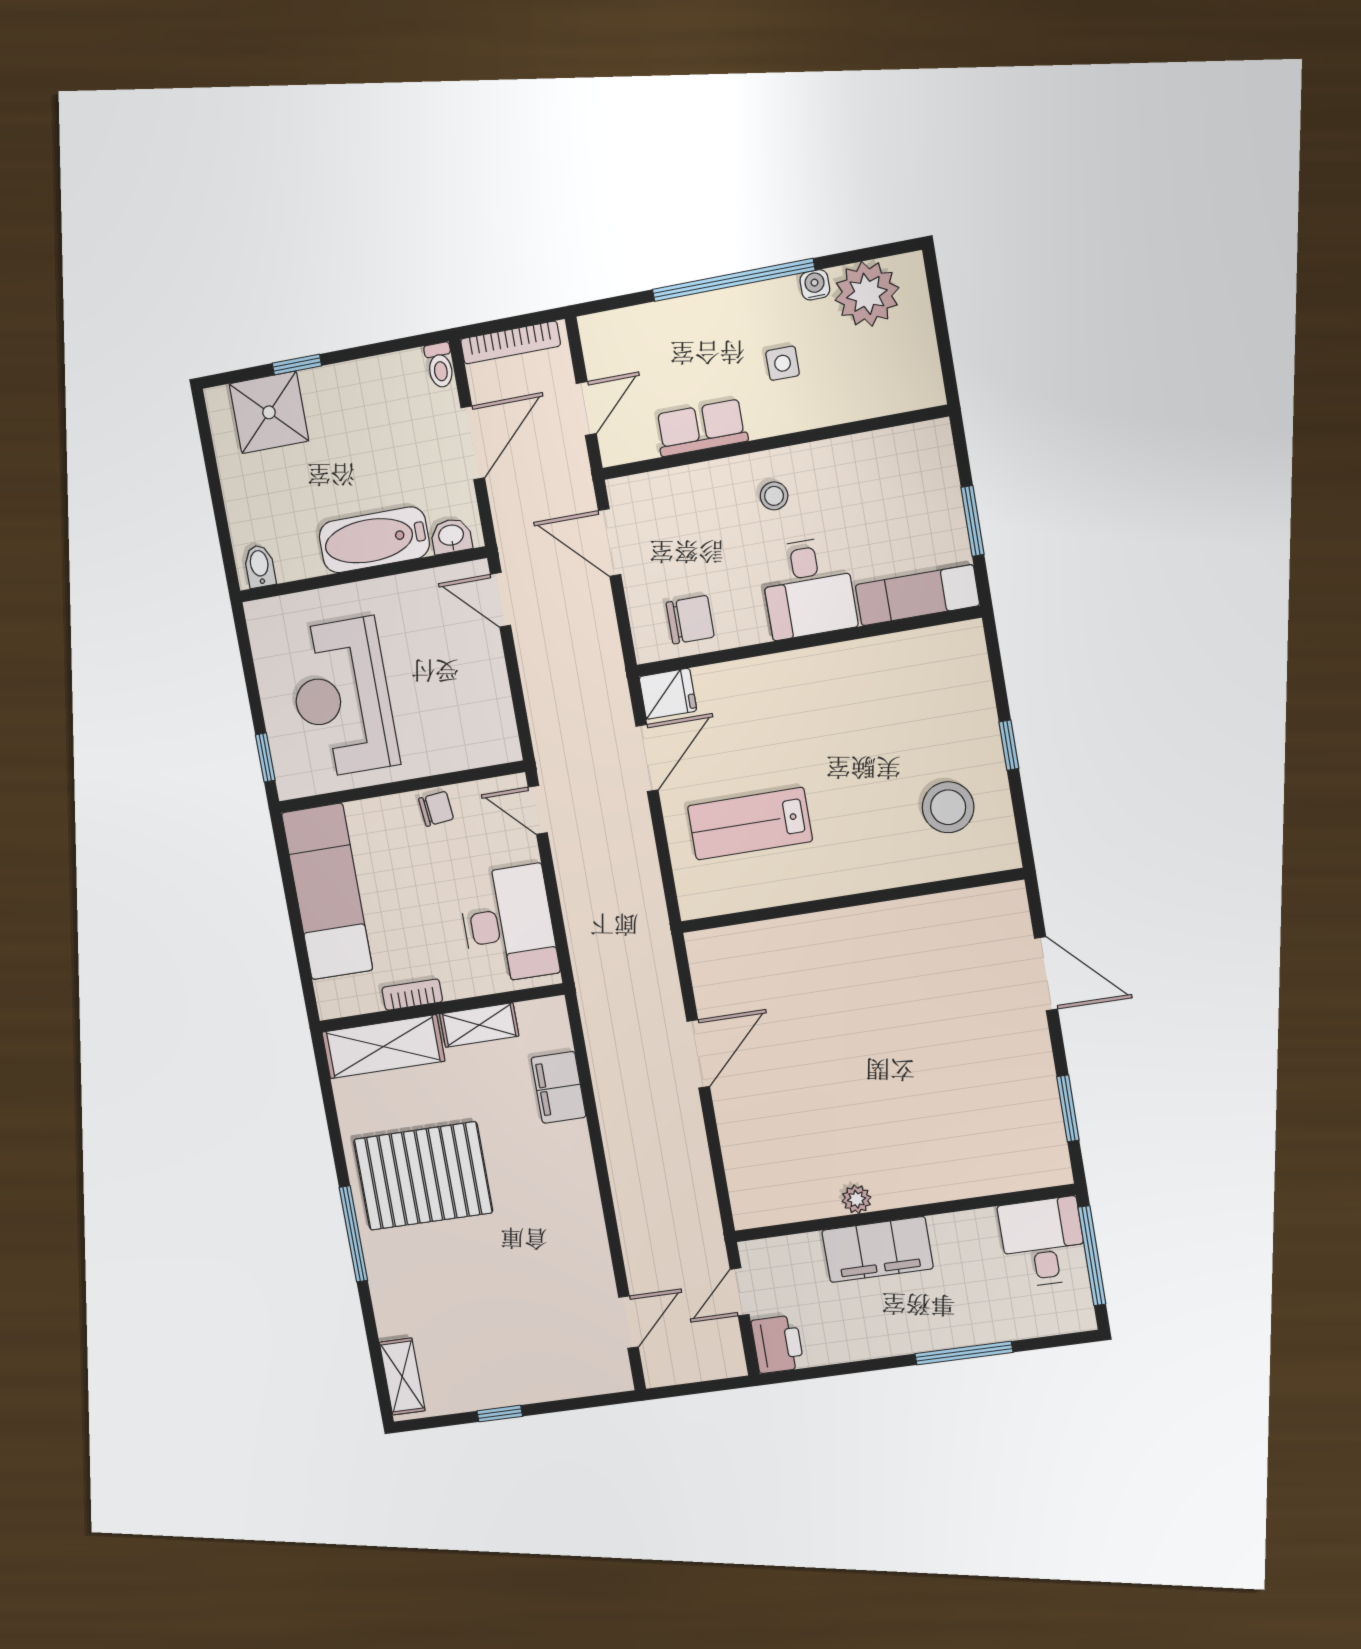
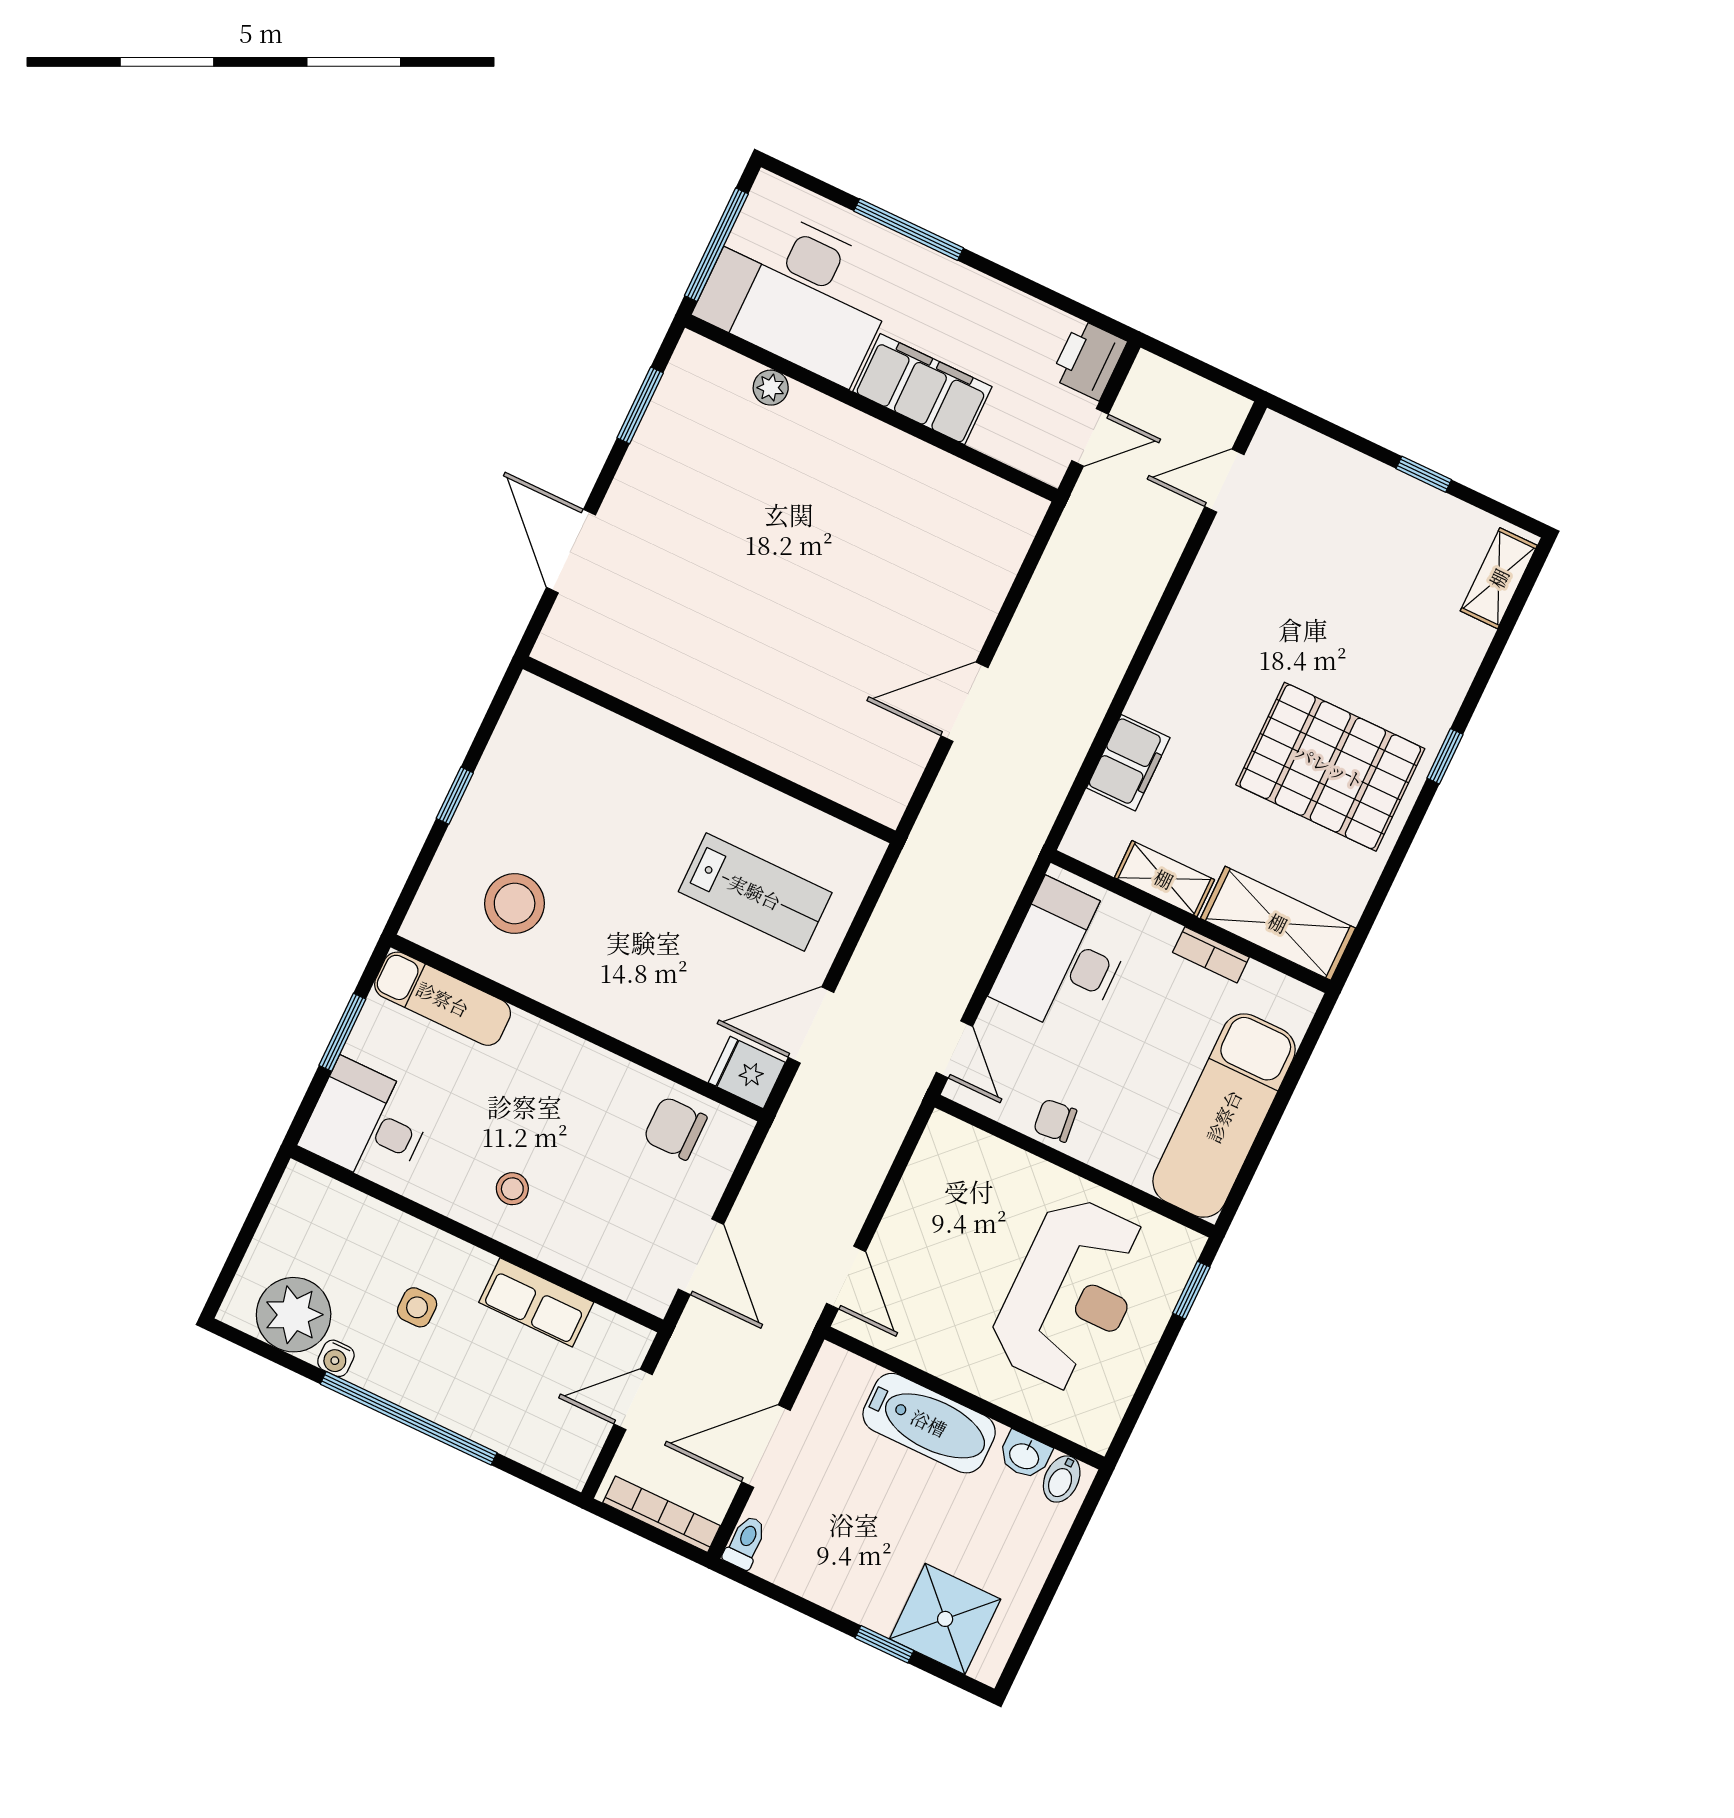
washbasin: (451, 536) -> (1025, 1455), moved
desk: (808, 588) -> (367, 1123), moved, turned -90
stool: (948, 807) -> (515, 903), moved
plant: (857, 1199) -> (771, 388), moved
window: (353, 1234) -> (1445, 756), width x0.46
desk: (1043, 1242) -> (798, 293), width x1.87, depth x1.30

